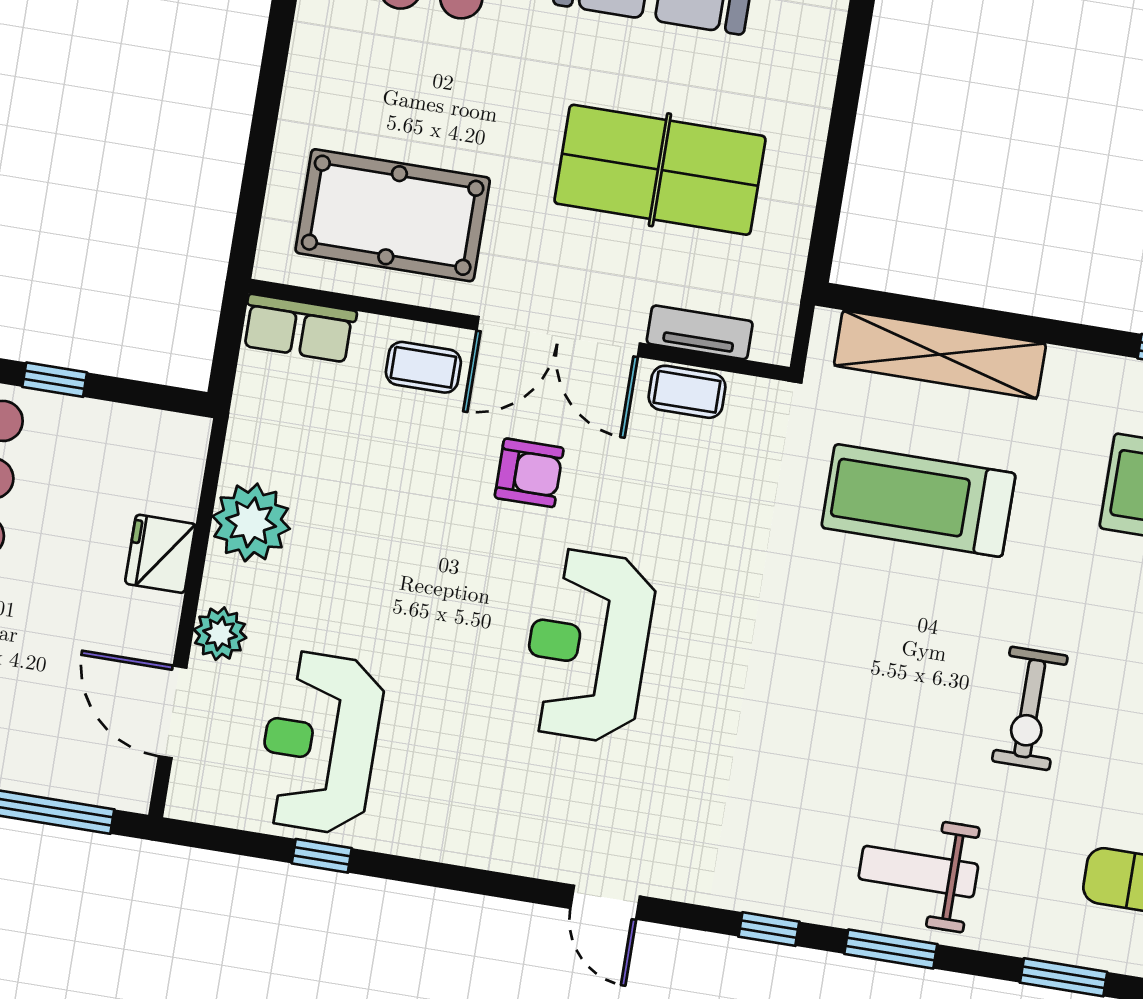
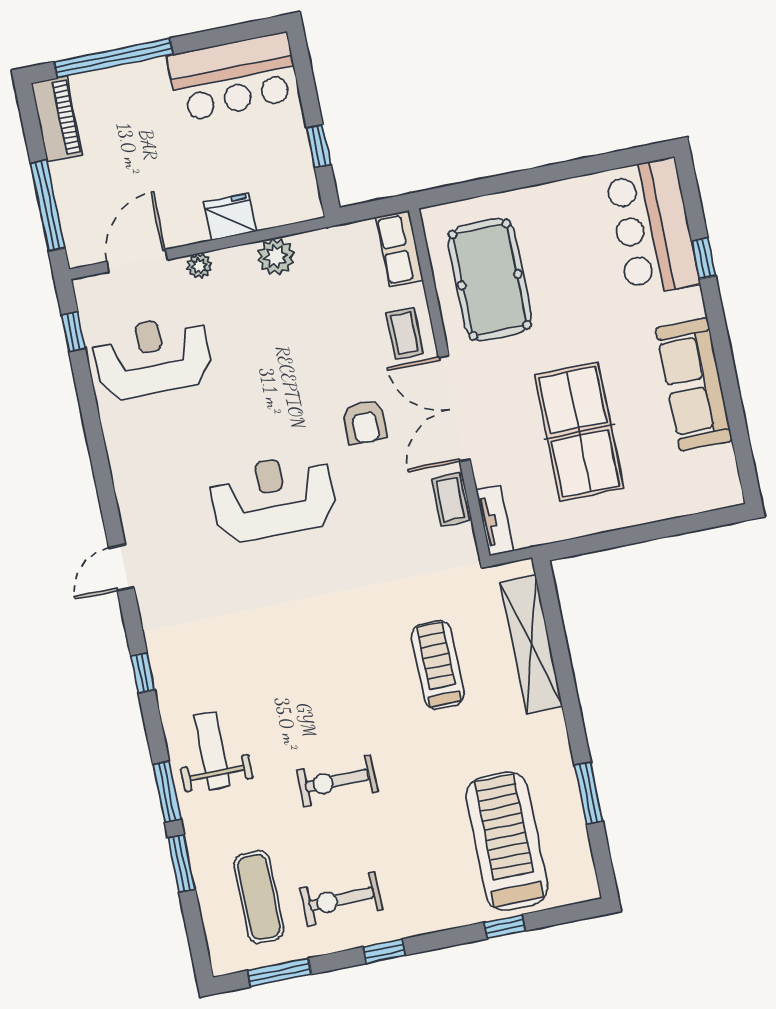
tv unit: (700, 332) -> (495, 520), moved
window: (55, 380) -> (319, 146), moved
treadmill: (918, 501) -> (438, 665), width x0.73, depth x0.73
plant: (251, 522) -> (276, 257), width x0.73, depth x0.73
plant: (220, 634) -> (199, 266), width x0.73, depth x0.73
window: (322, 856) -> (73, 332), moved
window: (891, 949) -> (167, 792), moved

